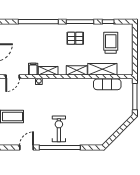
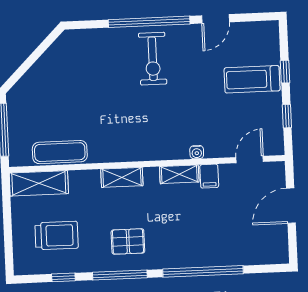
trolley: (111, 43) -> (57, 236), turned -90
shelving: (102, 69) -> (39, 183), moved

